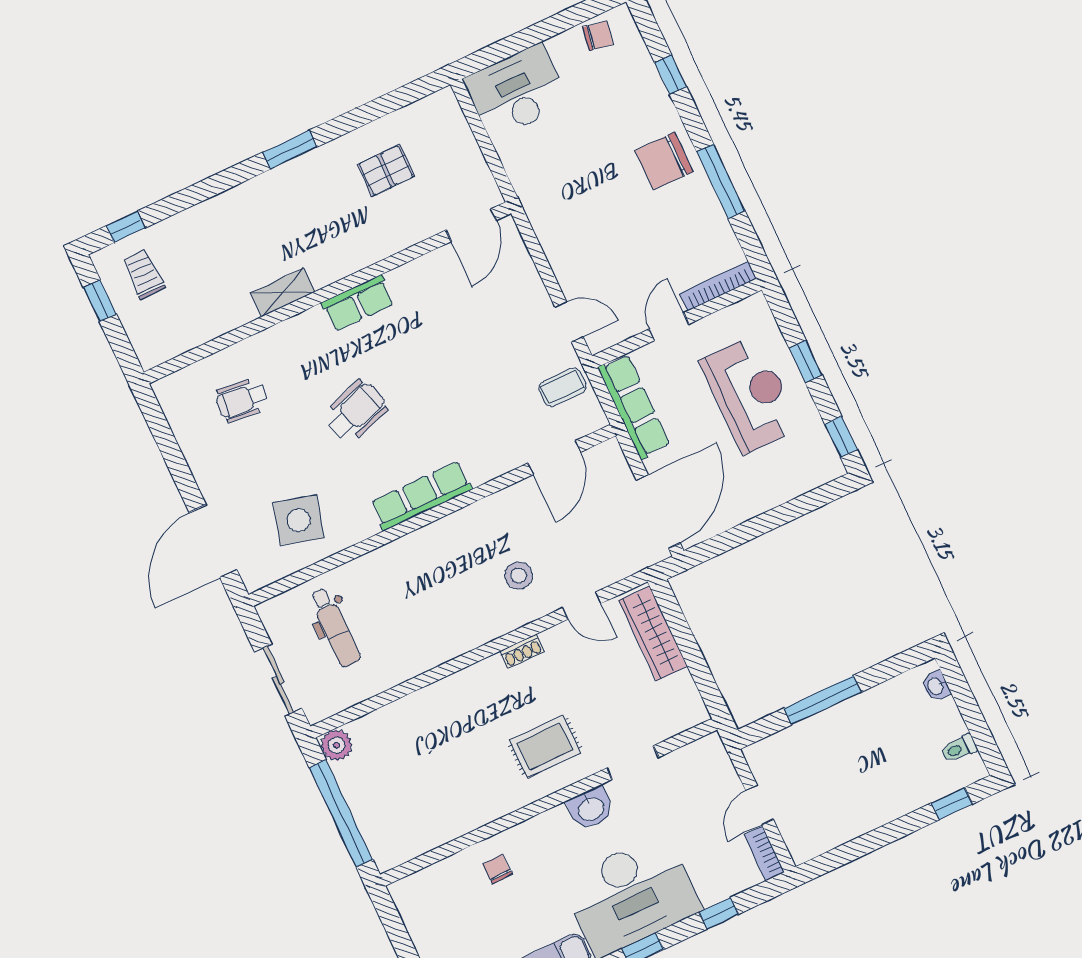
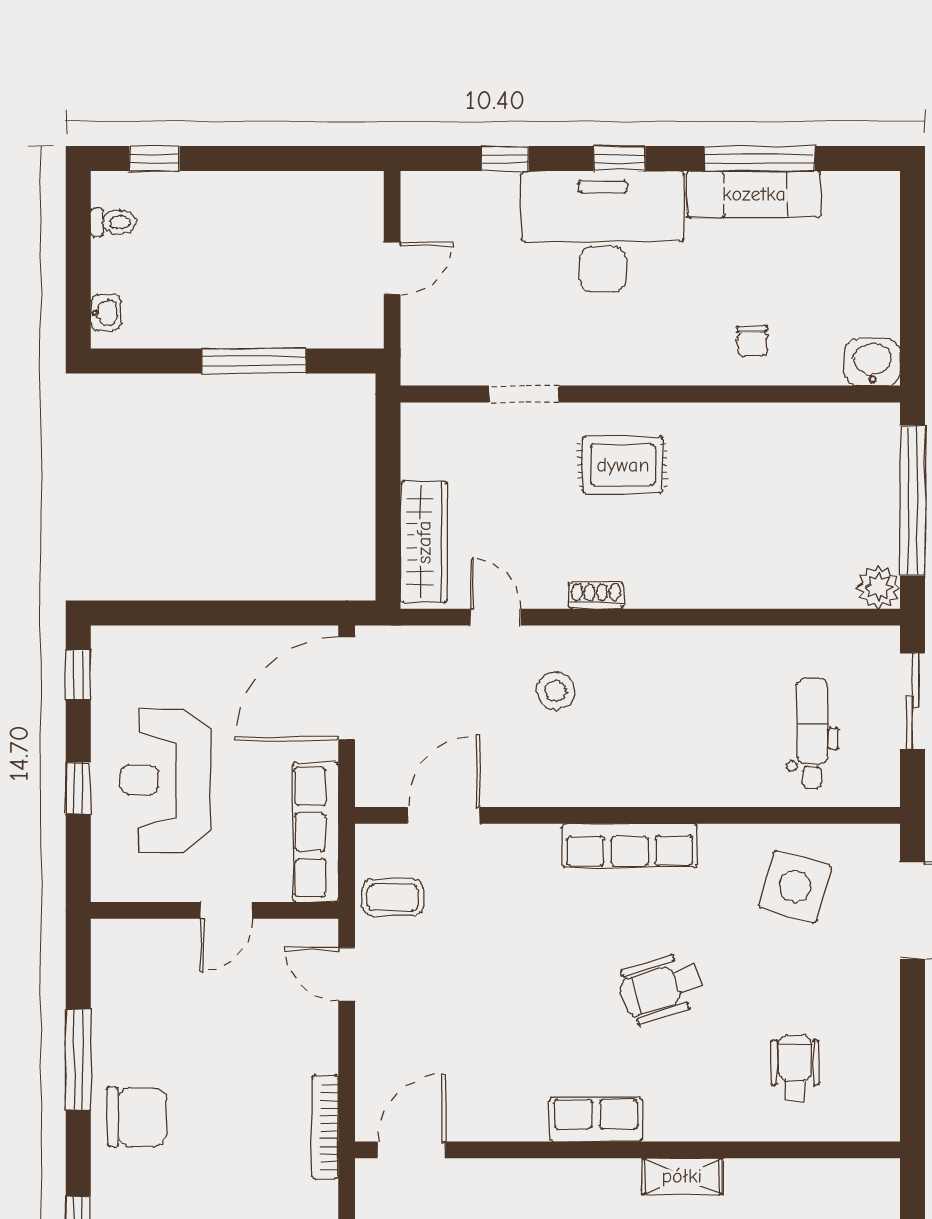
bookcase: (718, 286) -> (325, 1127), moved, turned 90
wheelchair: (242, 400) -> (795, 1068), turned -96
washbasin: (591, 808) -> (872, 362), moved
bookcase: (764, 853) -> (414, 206), removed

